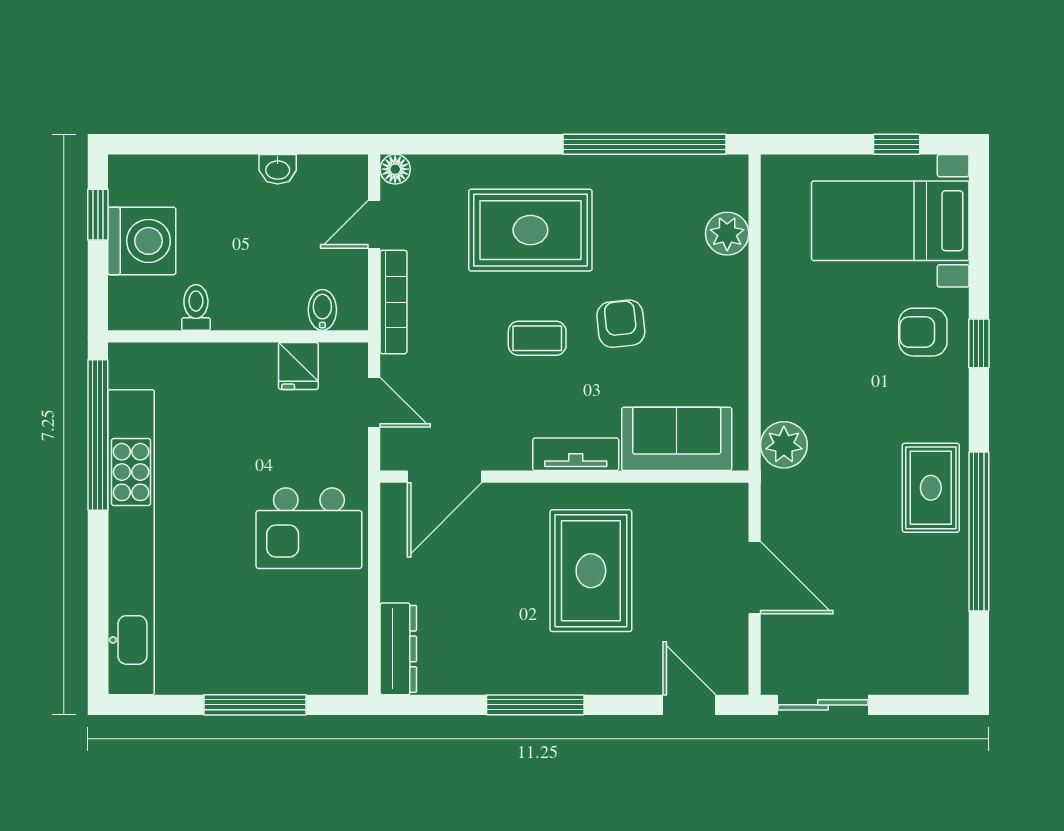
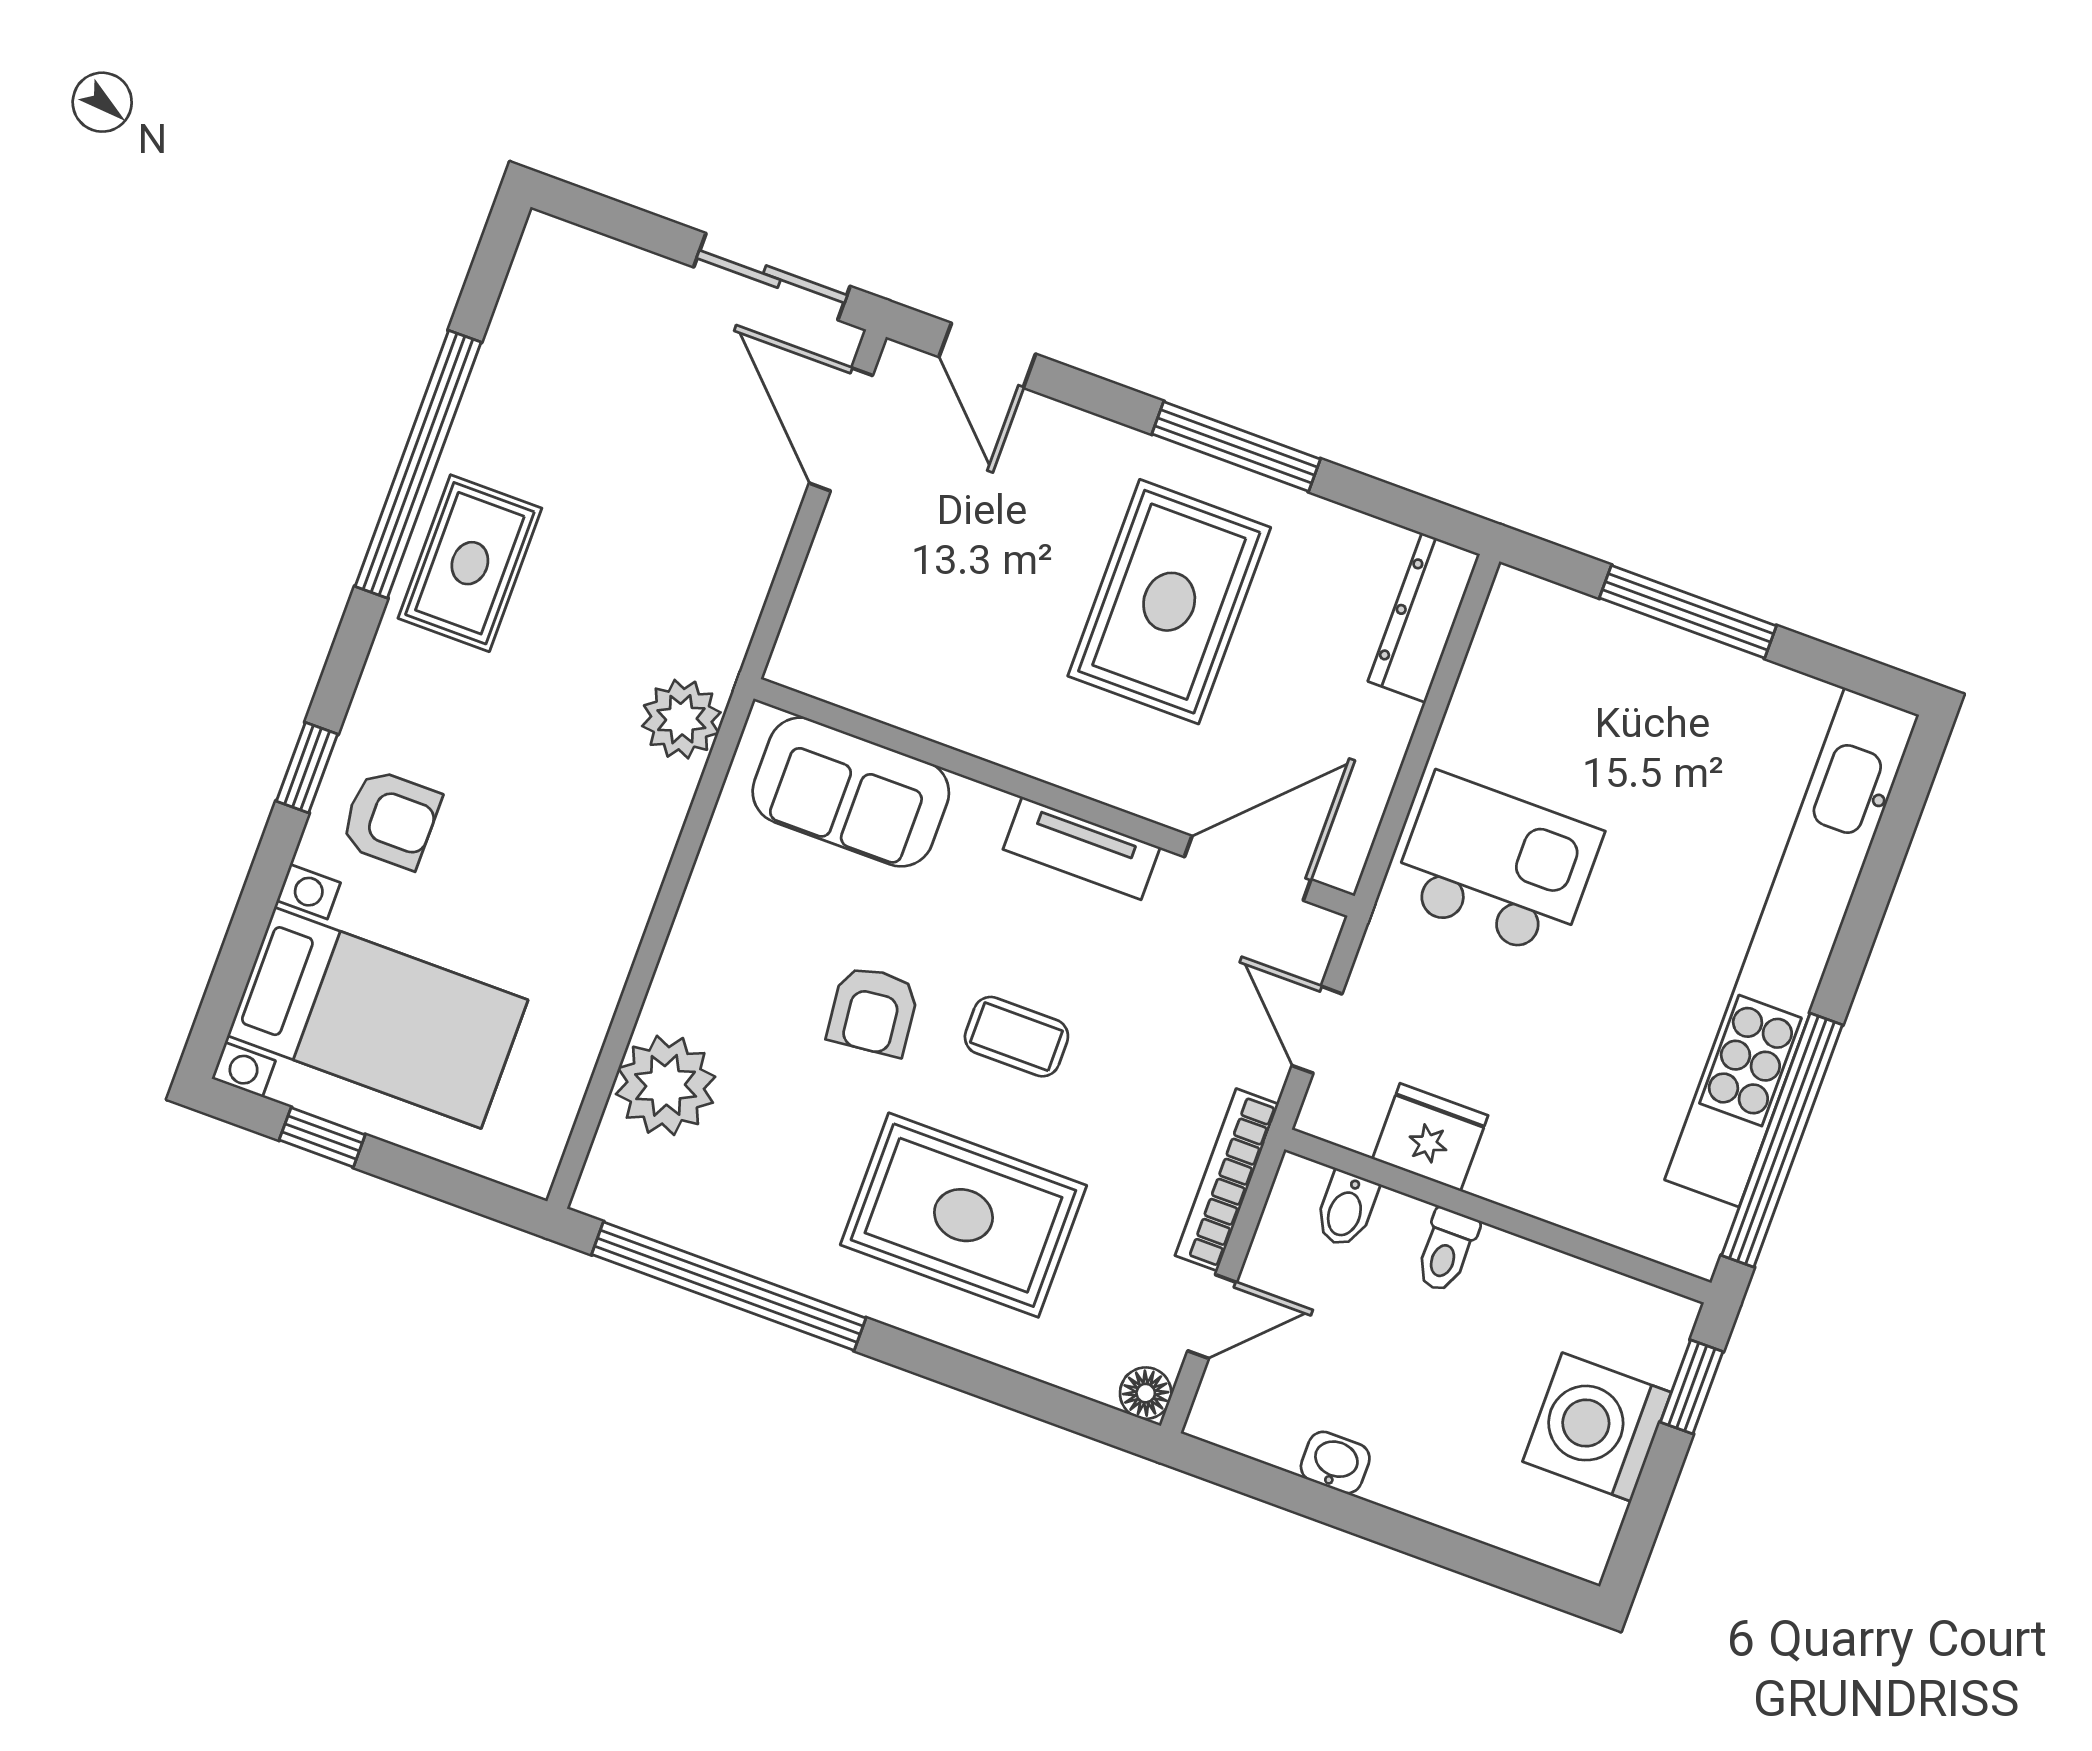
window: (98, 215) -> (1692, 1387), moved
plant: (727, 234) -> (666, 1085), width x1.36, depth x1.36
toilet: (196, 307) -> (1446, 1250), moved
fridge: (298, 366) -> (1430, 1137), width x1.38
tv unit: (576, 454) -> (1082, 848), moved
rug: (591, 571) -> (1169, 602), moved
door: (755, 578) -> (841, 429), moved

